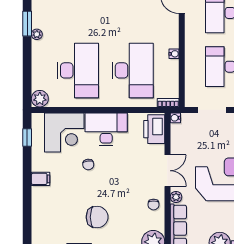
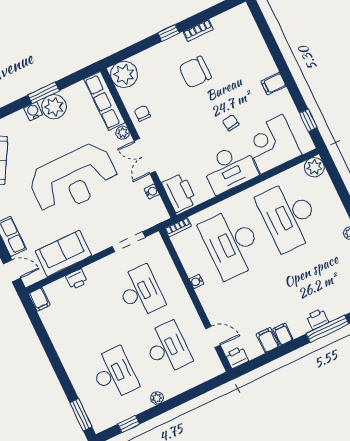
water cooler: (175, 118) -> (152, 192), moved

